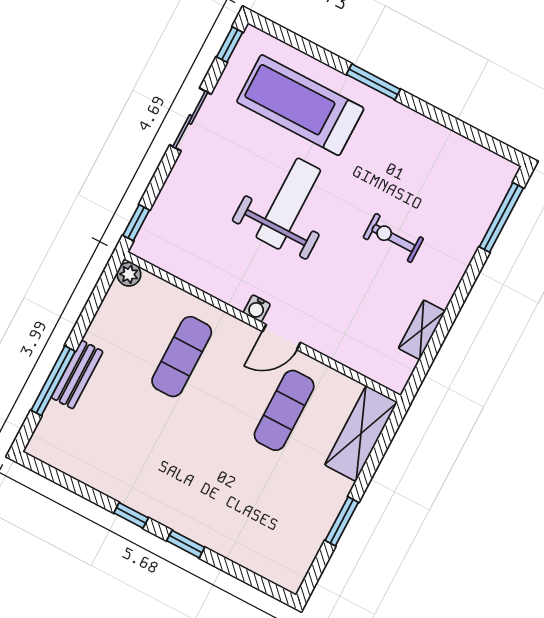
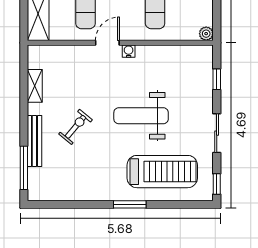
weight bench: (288, 204) -> (141, 116), turned 90
window: (136, 223) -> (217, 79), moved
exercise bike: (393, 238) -> (76, 127), turned -50
bench: (465, 249) -> (34, 141), added

